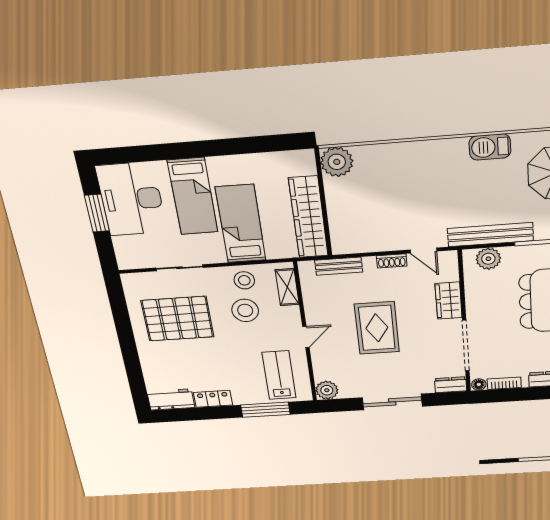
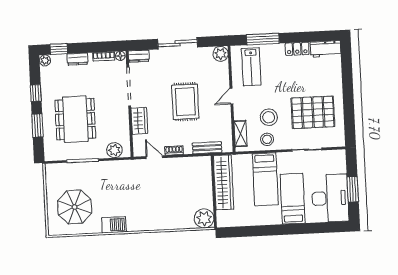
bench: (490, 235) -> (113, 167), removed

